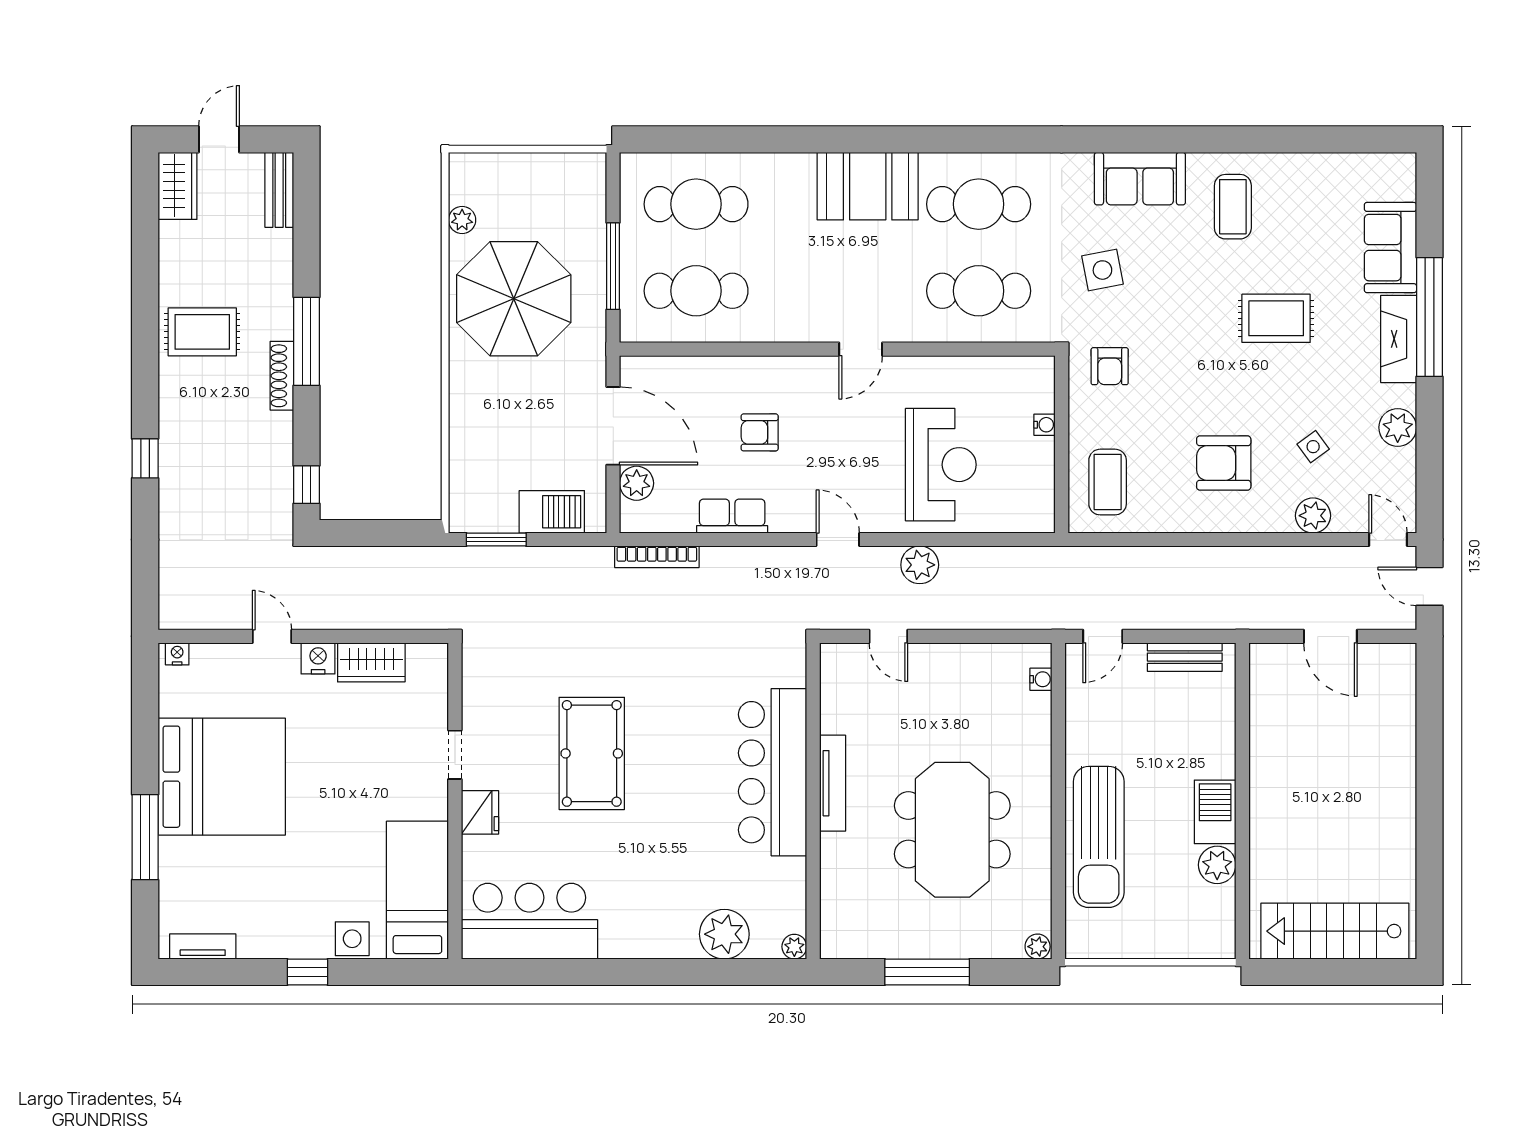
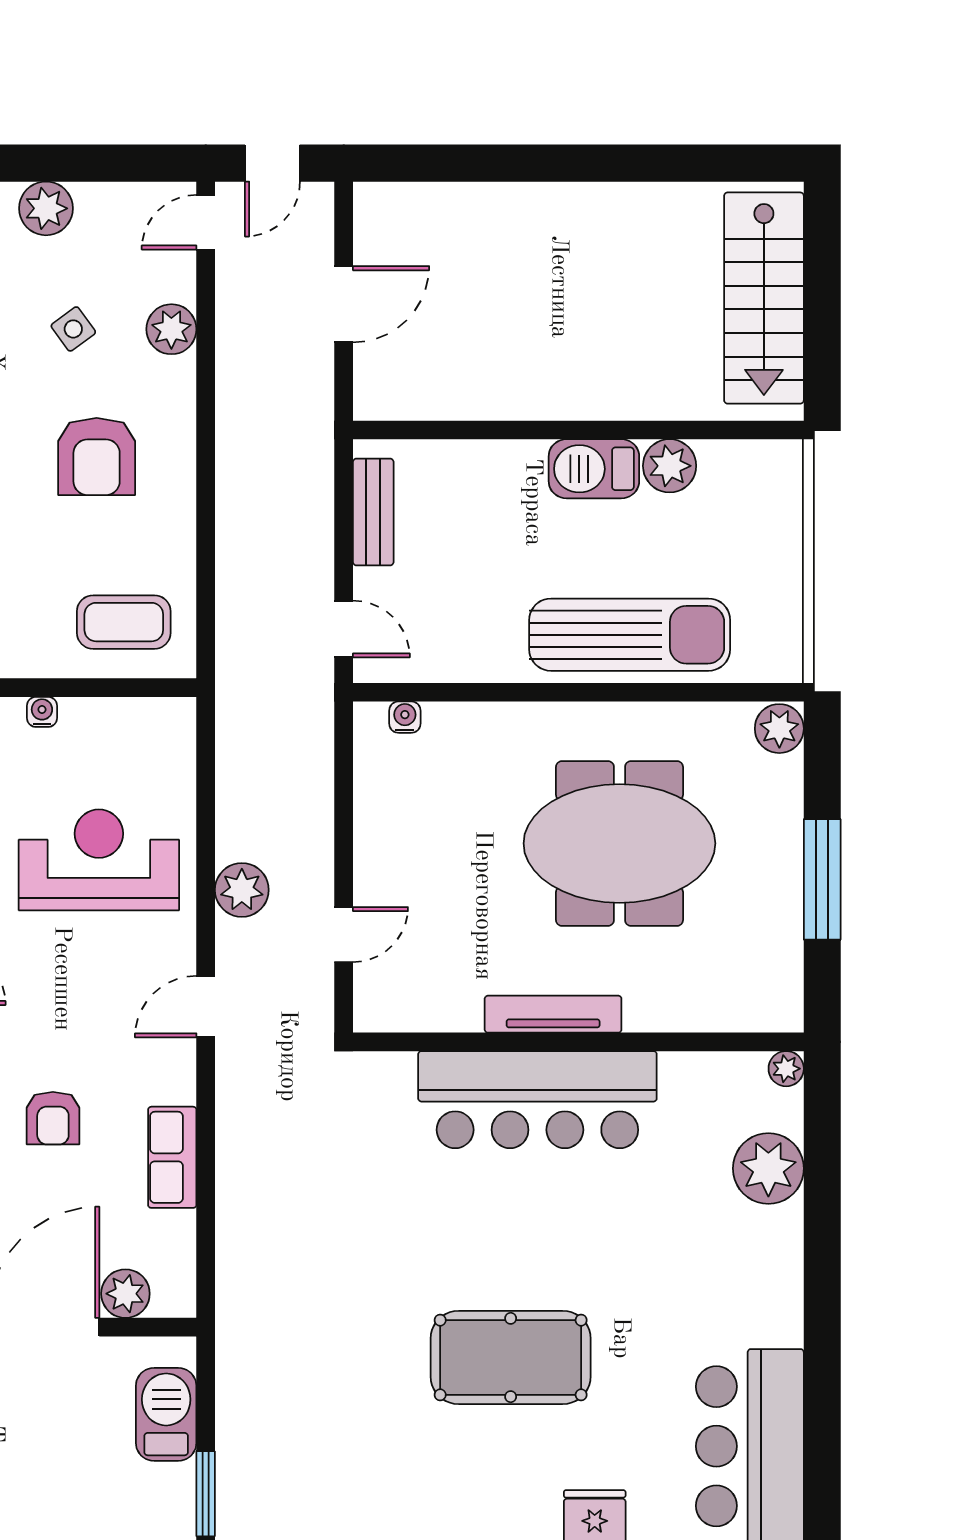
bookcase: (657, 557) -> (230, 1265), removed
plant: (1038, 947) -> (779, 729), width x1.38, depth x1.38

